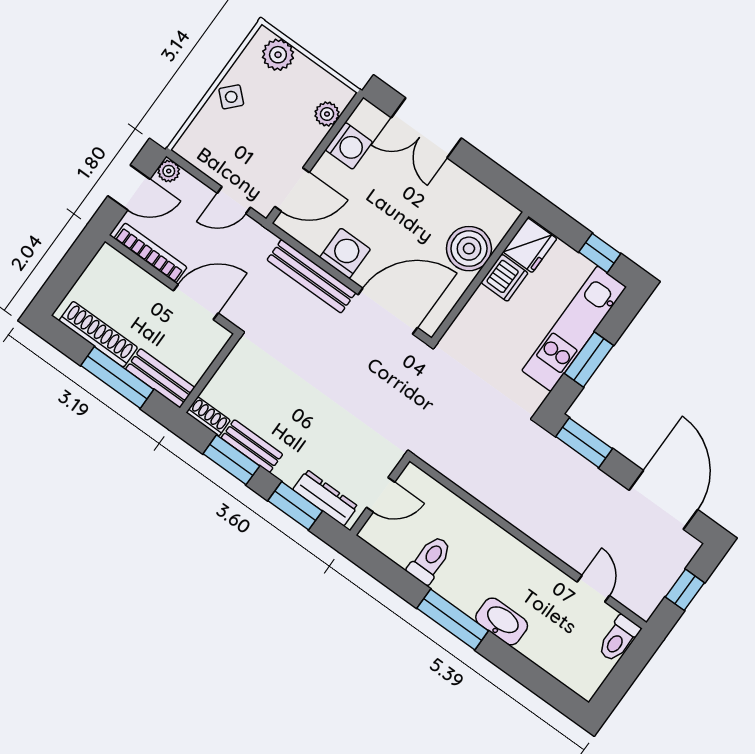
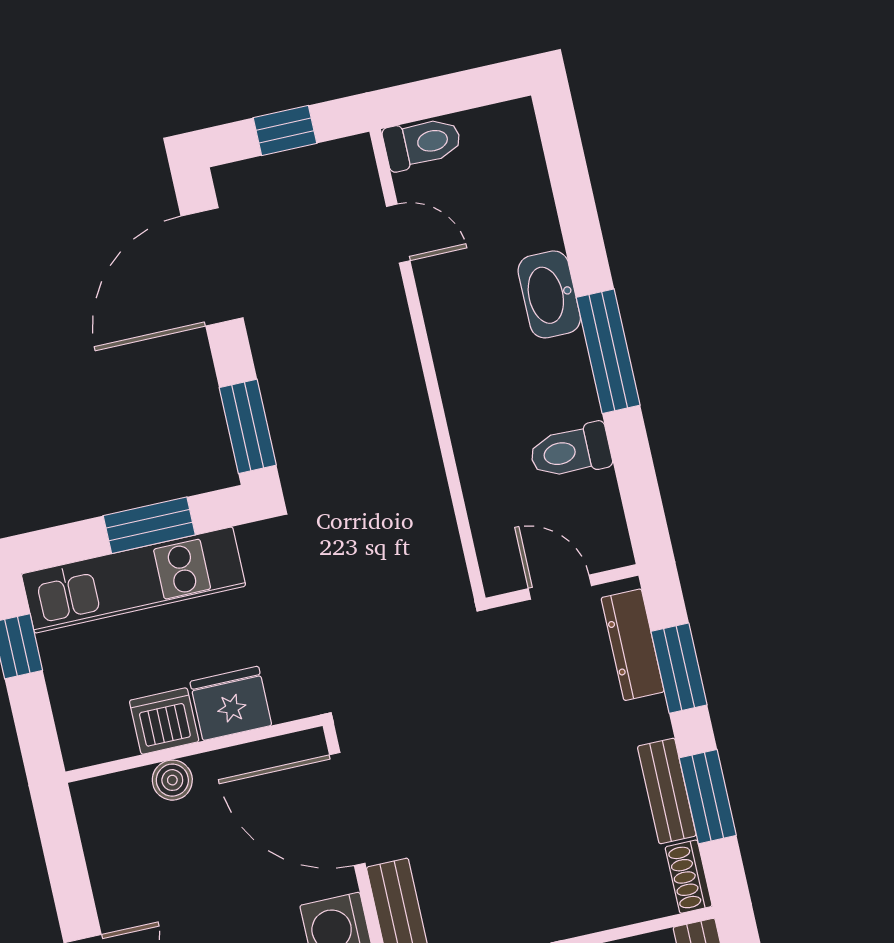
fridge: (530, 245) -> (231, 703), moved
boiler: (469, 249) -> (172, 780), width x0.54, depth x0.54
door: (593, 589) -> (398, 234), swing flipped

